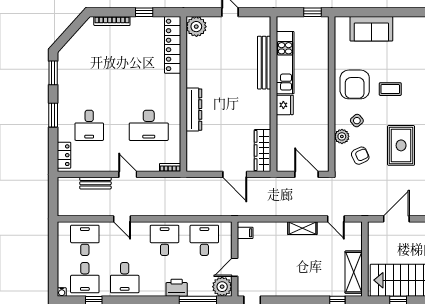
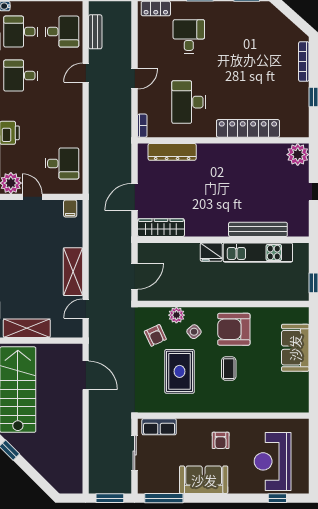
locker: (173, 45) -> (248, 128), moved
dresser: (194, 110) -> (172, 152), moved
desk: (89, 125) -> (189, 36), turned 90
rug: (401, 145) -> (180, 371), moved, turned 90
bench: (95, 183) -> (95, 32), moved
shelving: (302, 228) -> (73, 272), width x1.50, depth x1.33
desk: (165, 240) -> (62, 119), removed

